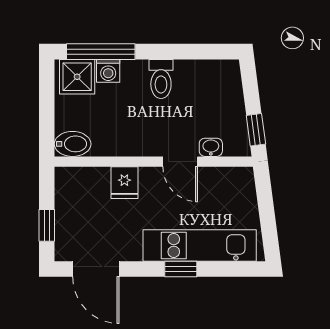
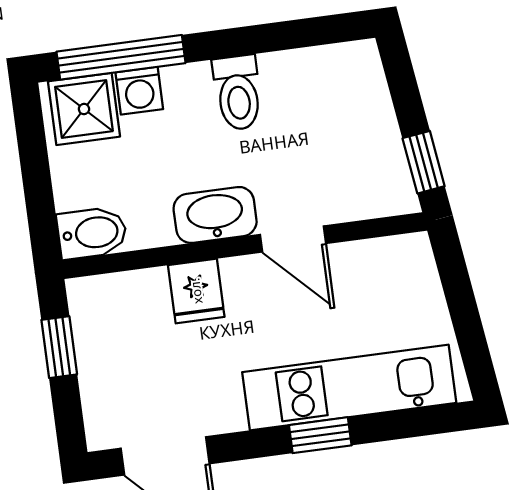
washbasin: (211, 147) -> (215, 215), moved, width x1.91, depth x1.45
window: (47, 225) -> (59, 347), moved

